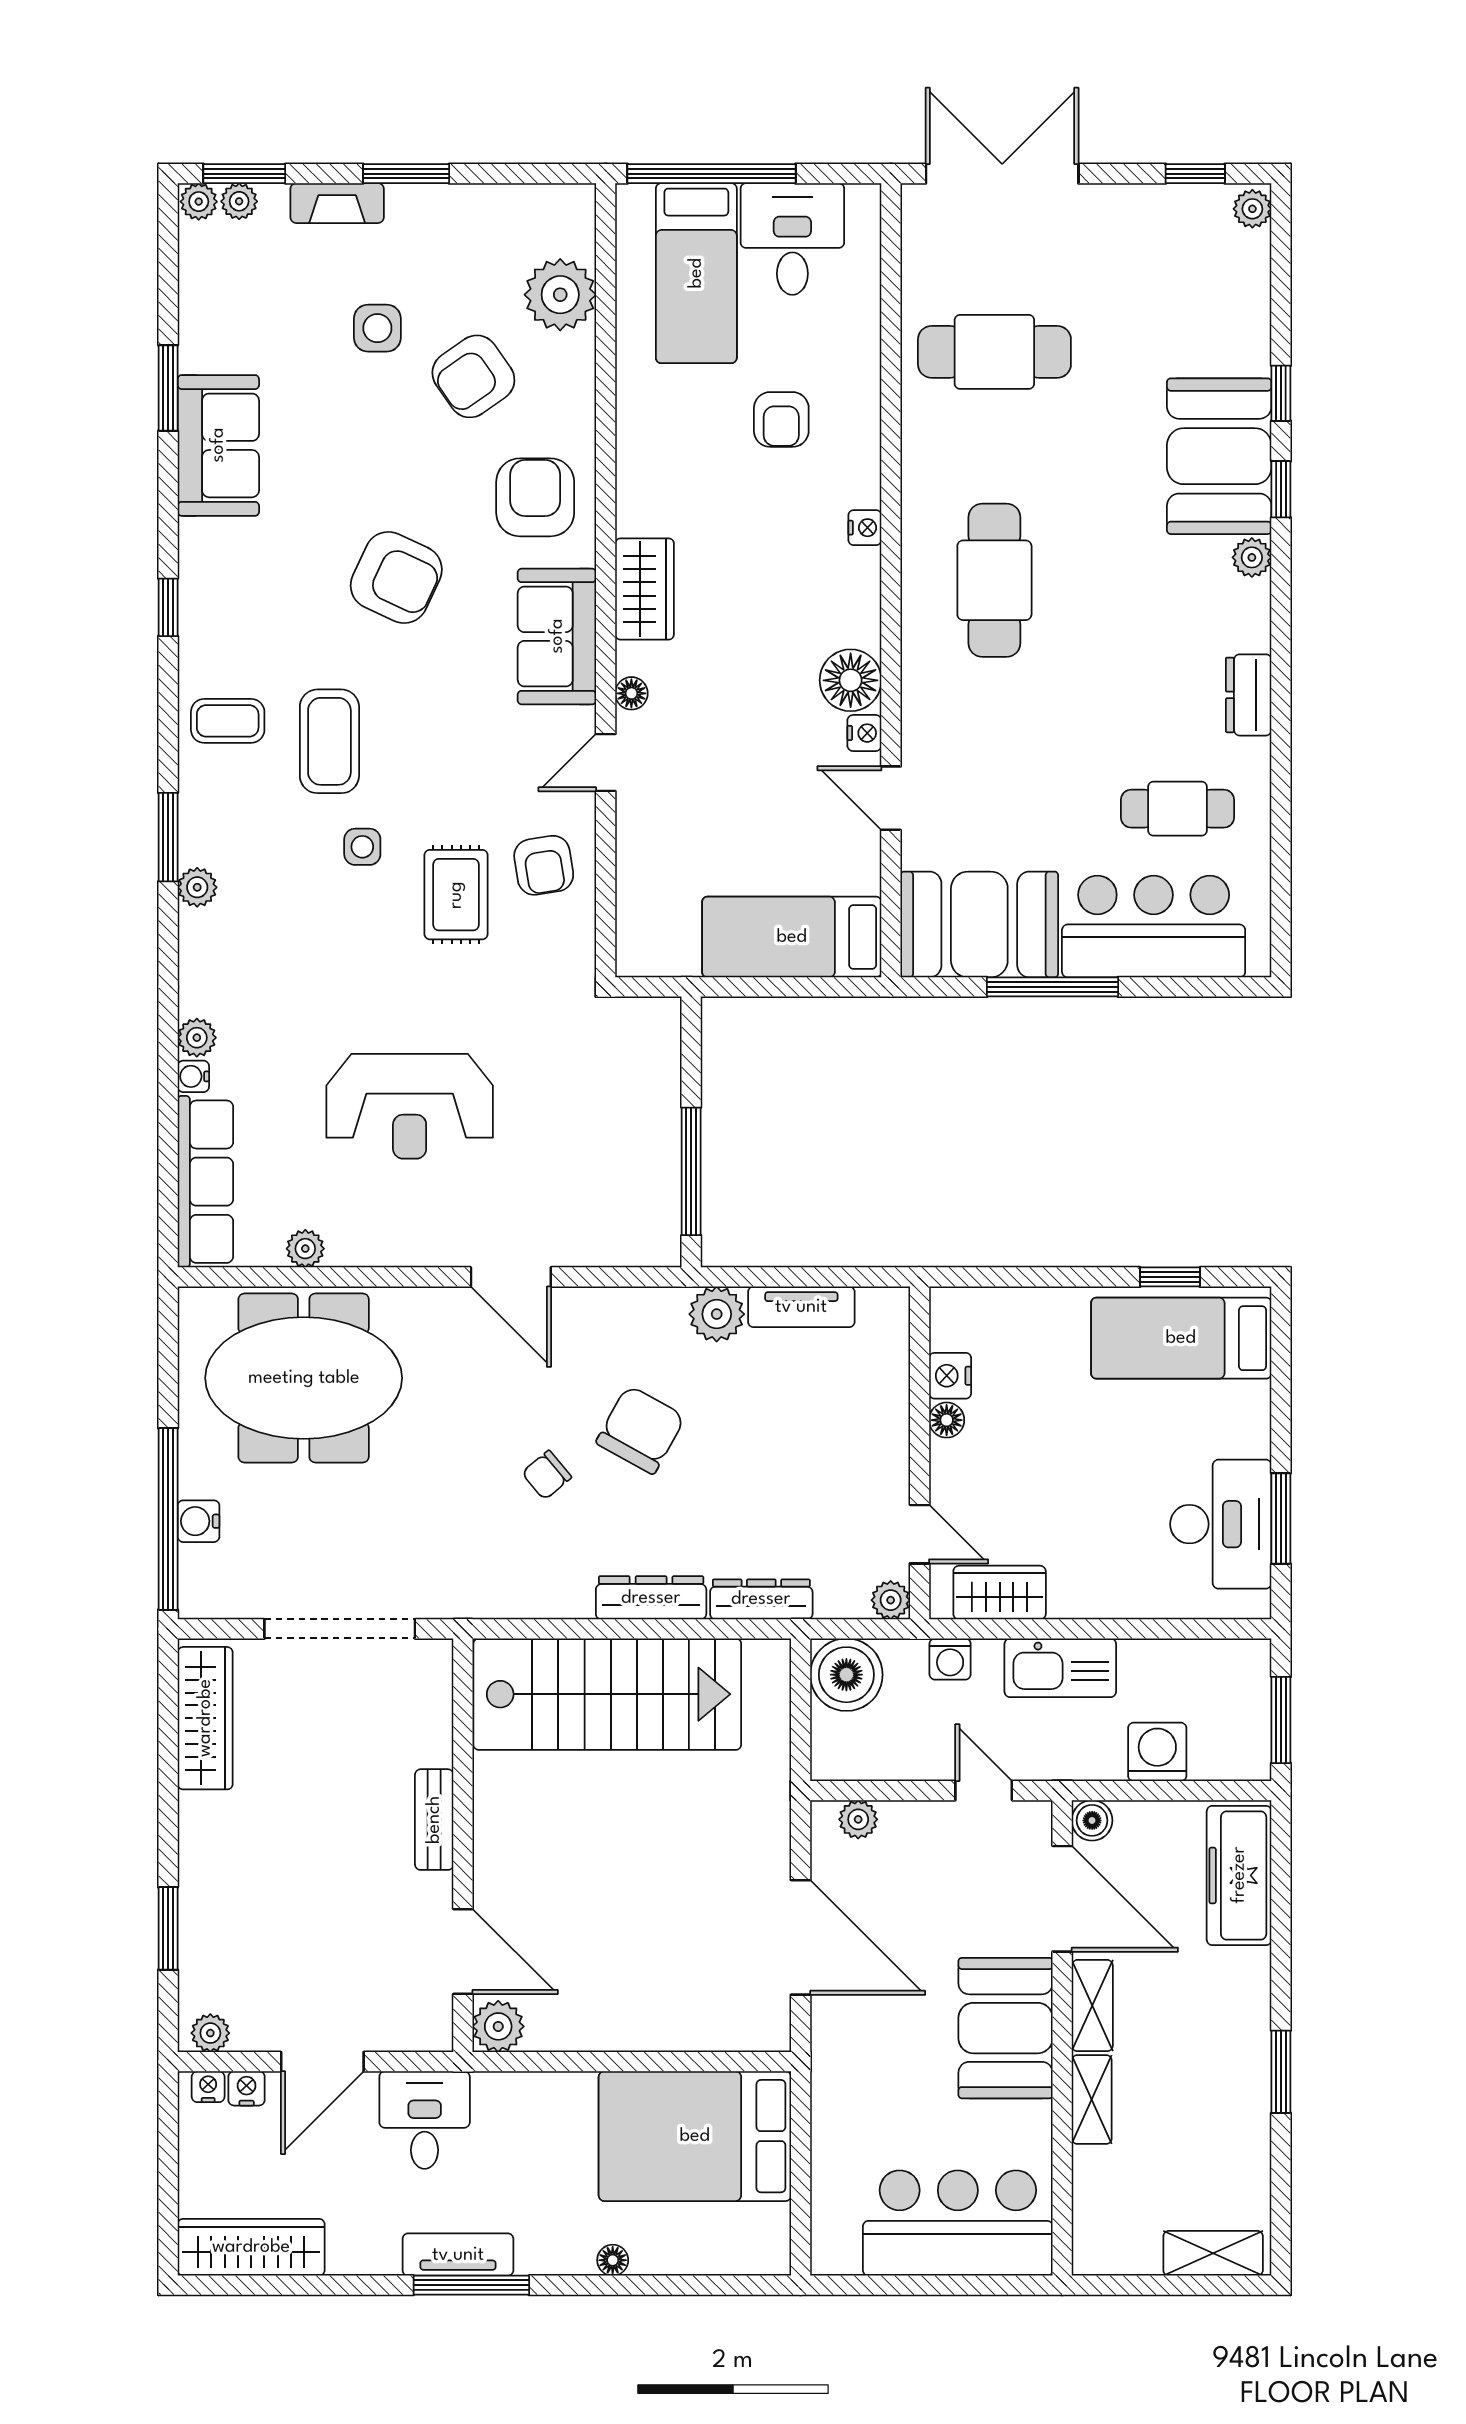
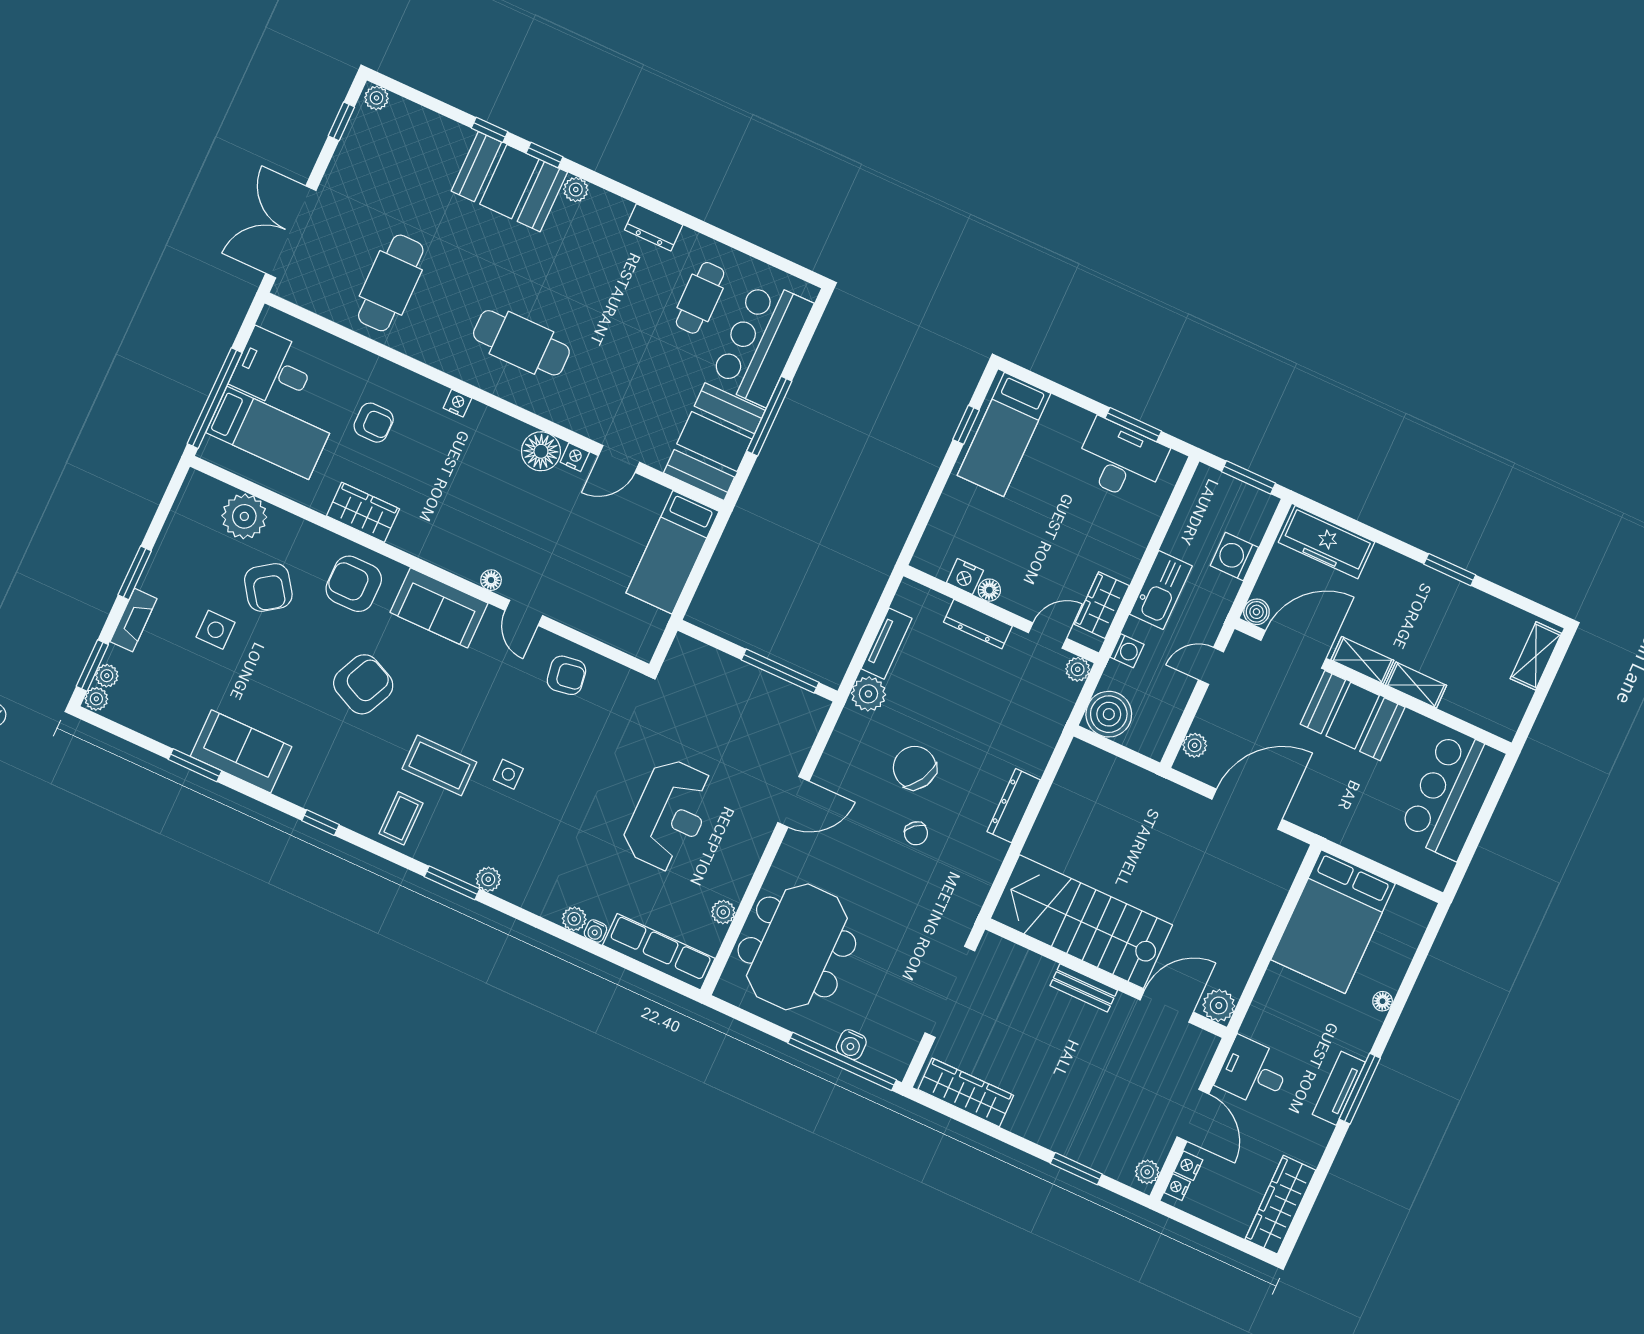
wardrobe: (645, 589) -> (363, 512), moved
rug: (456, 895) -> (560, 733), removed
dresser: (761, 1599) -> (978, 624), moved, turned -90
stairs: (607, 1694) -> (1081, 922), moved, turned -90

